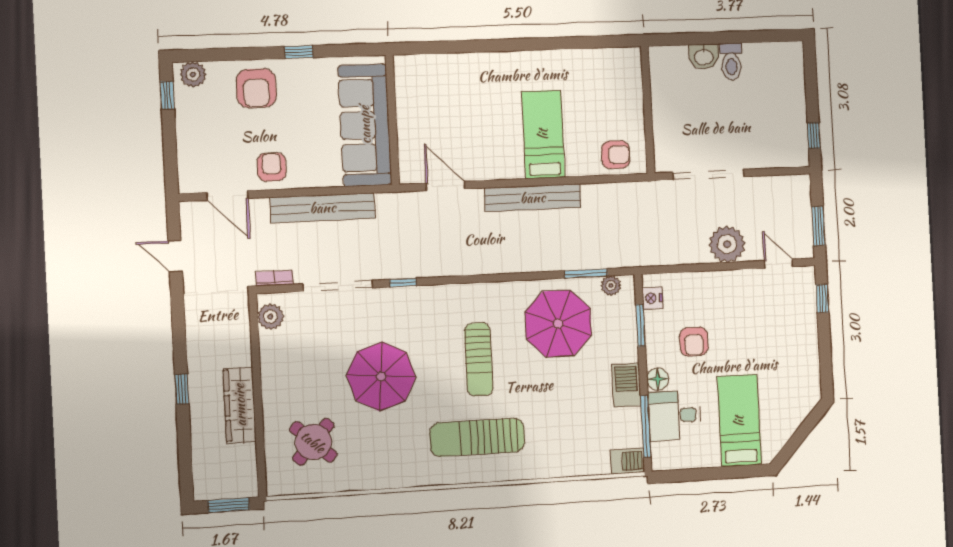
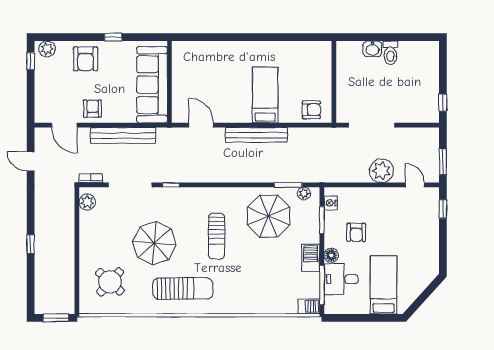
wardrobe: (240, 405) -> (66, 256), removed
sun lounger: (477, 437) -> (183, 288), moved, turned 180

